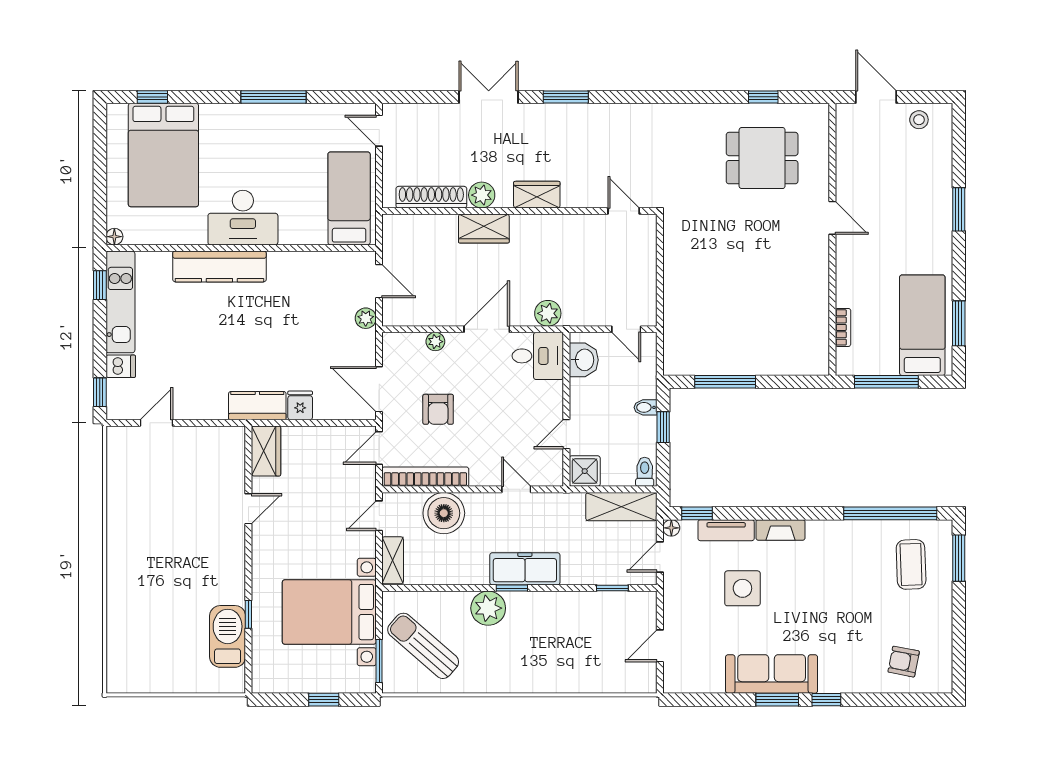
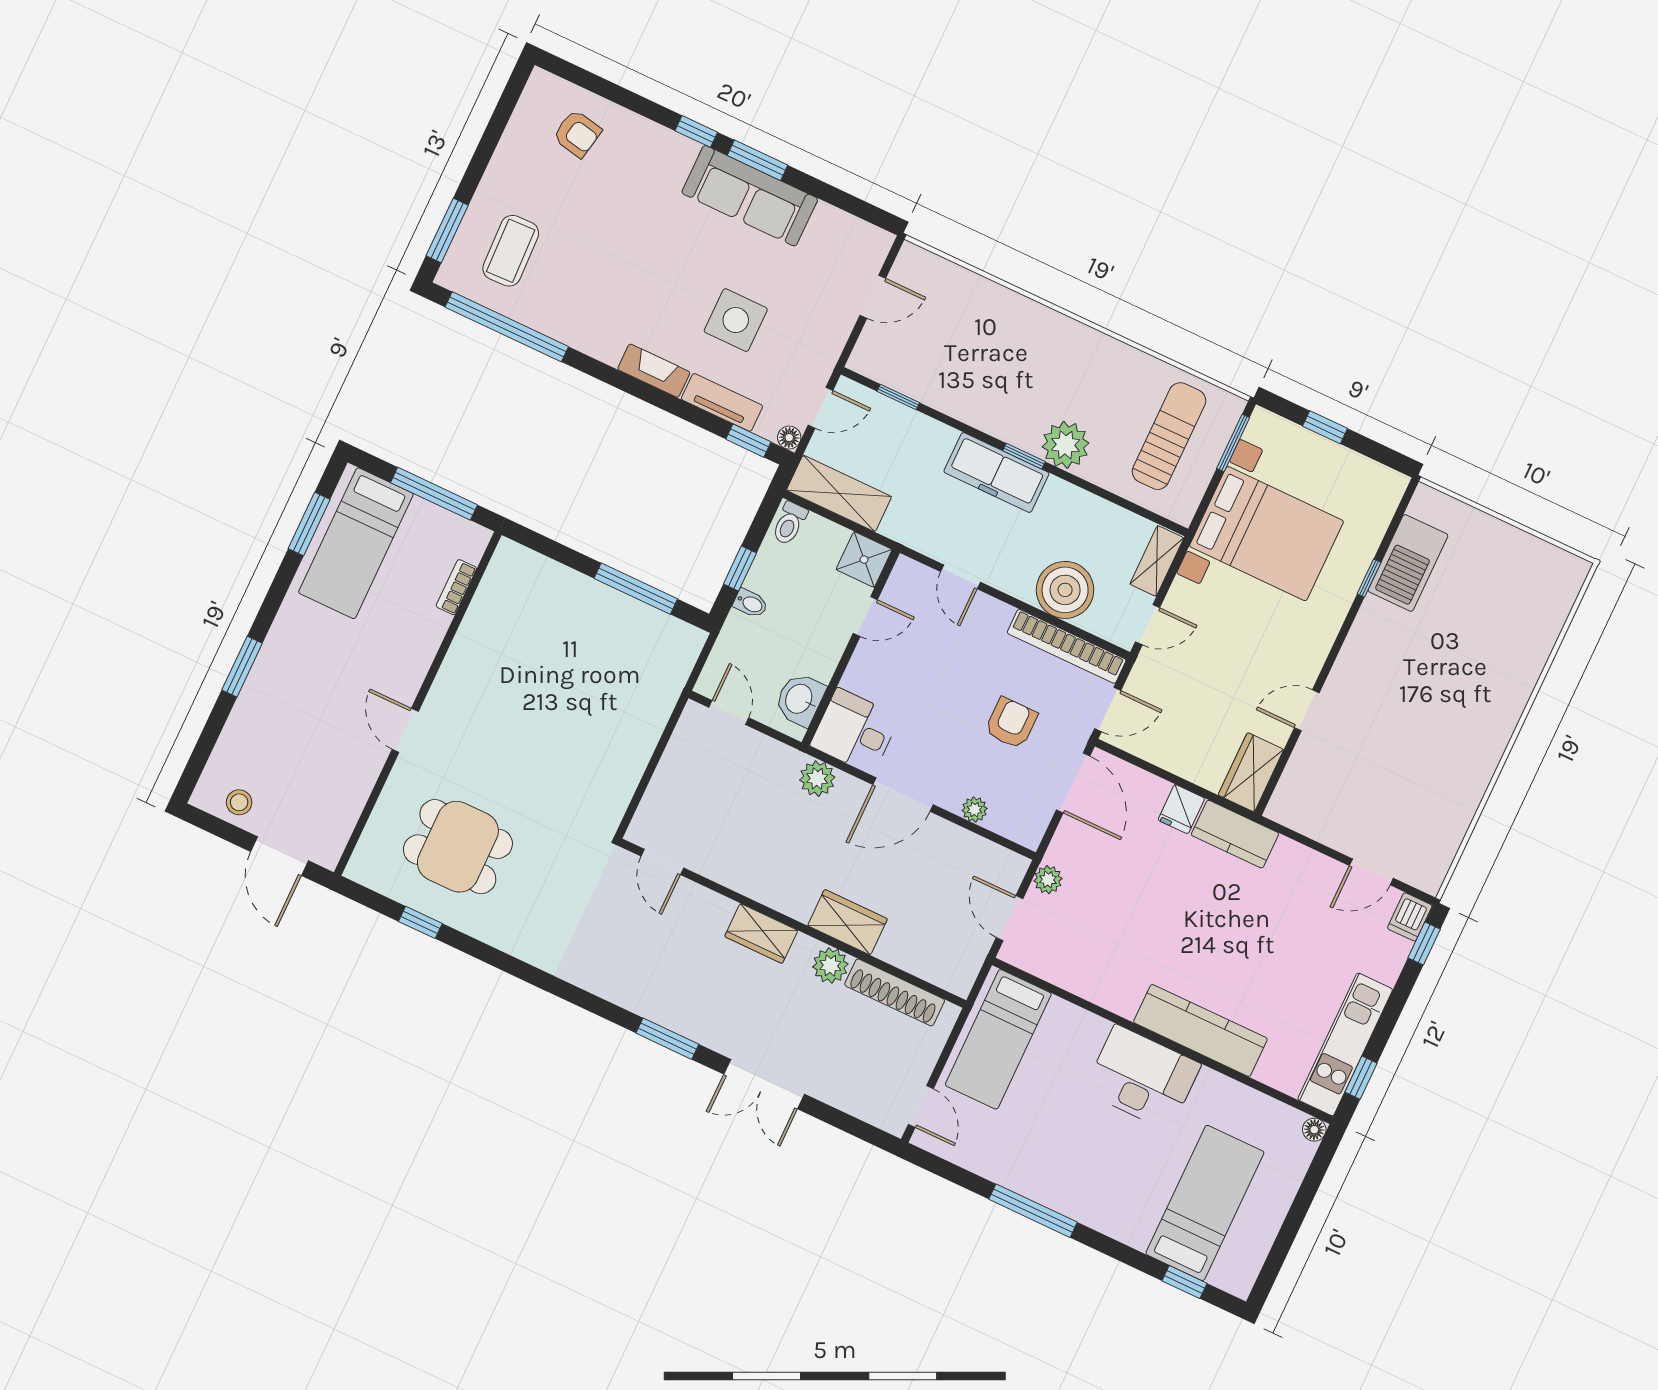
bed: (163, 155) -> (1205, 1203), width x0.67
dishwasher: (121, 366) -> (1410, 917), moved, turned -90
sun lounger: (423, 646) -> (1169, 436), turned -131

